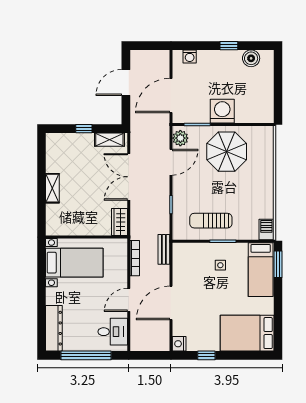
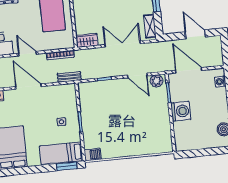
parasol: (227, 152) -> (150, 118), removed
sun lounger: (211, 221) -> (95, 111), removed

